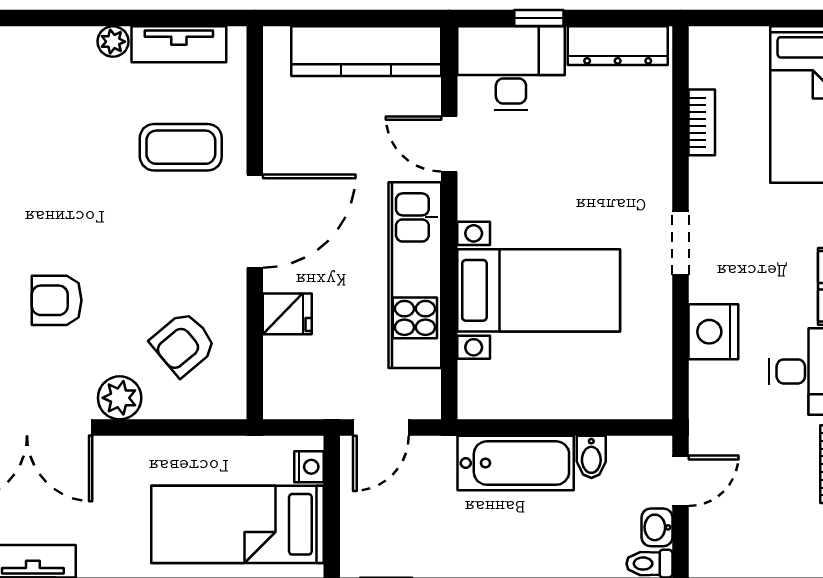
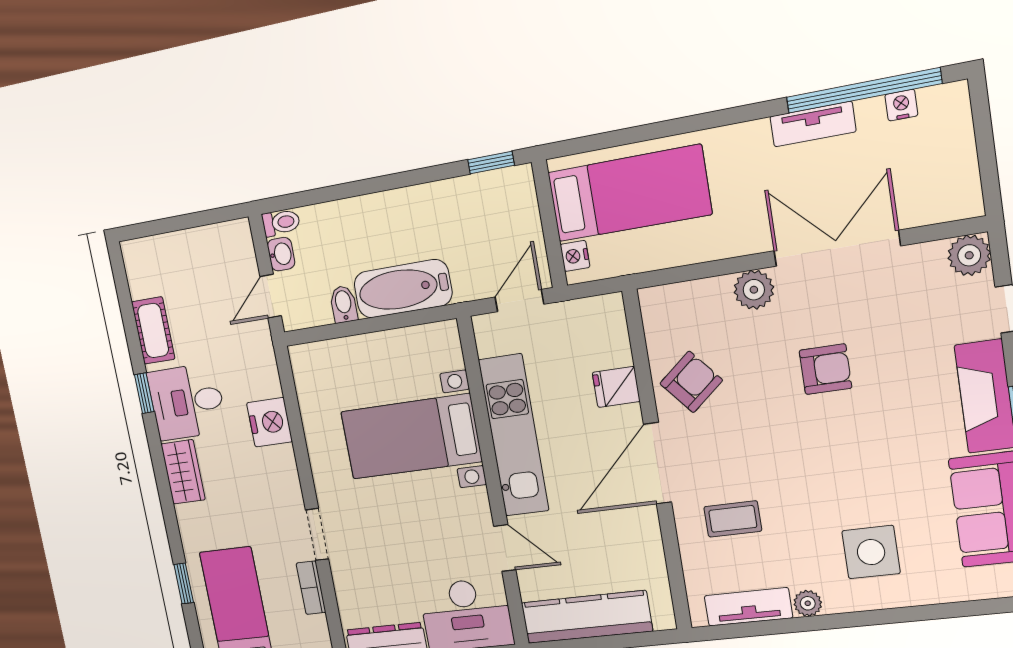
side table: (37, 92) -> (871, 552), added
coffee table: (181, 147) -> (733, 519), width x0.73, depth x0.77
doorway: (680, 243) -> (317, 534), moved
armchair: (183, 344) -> (691, 382), moved

